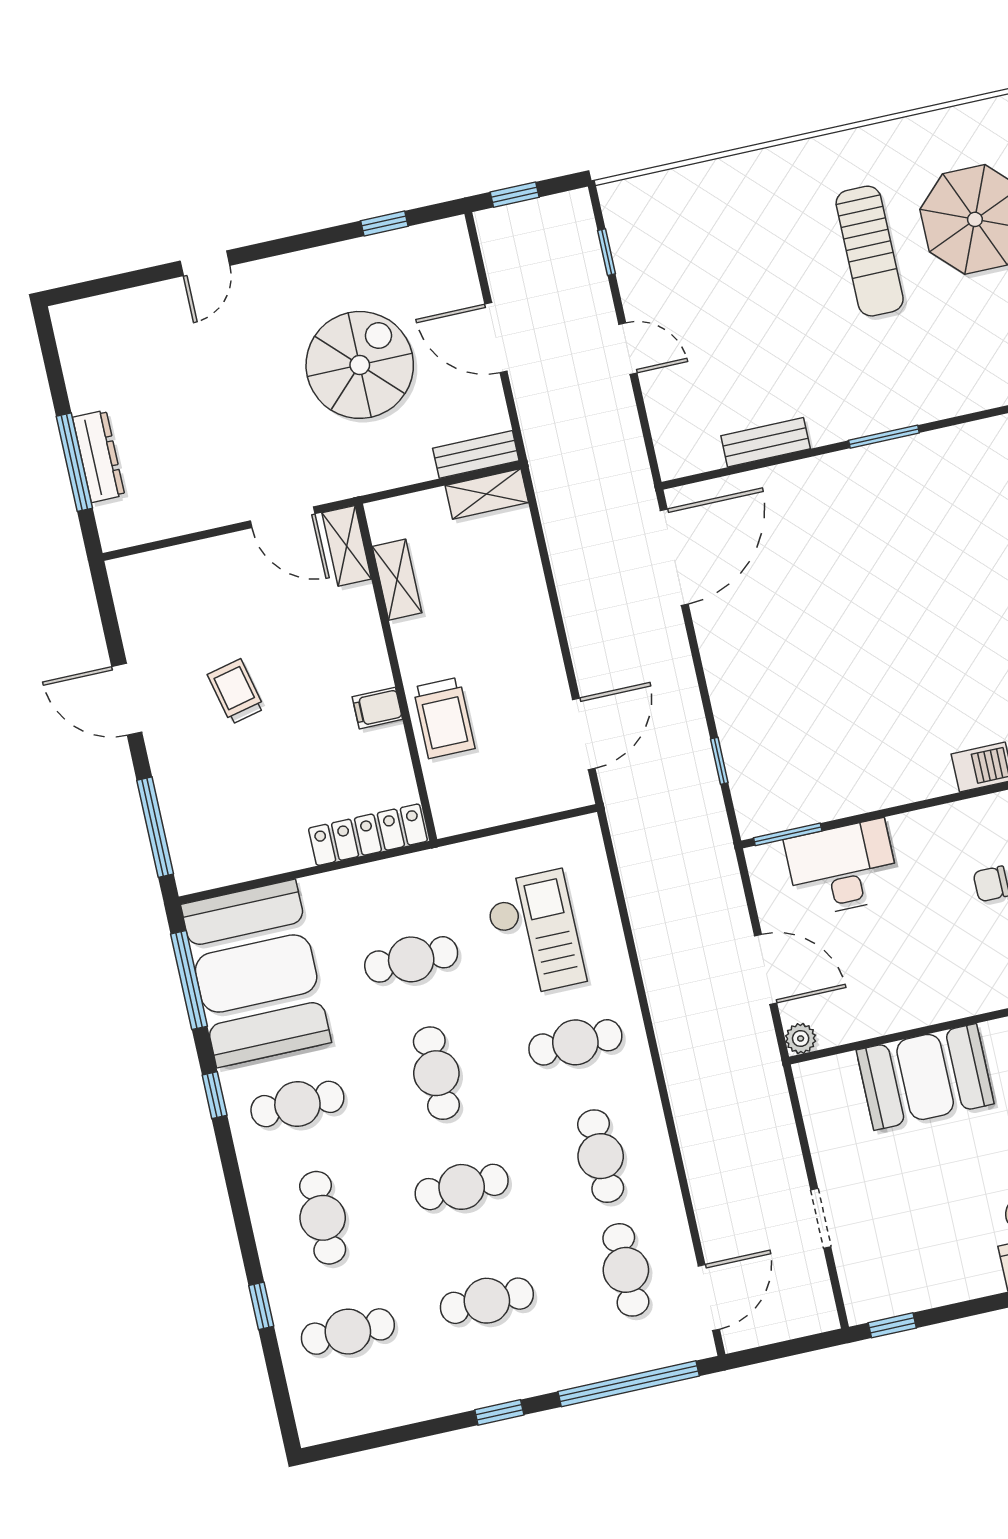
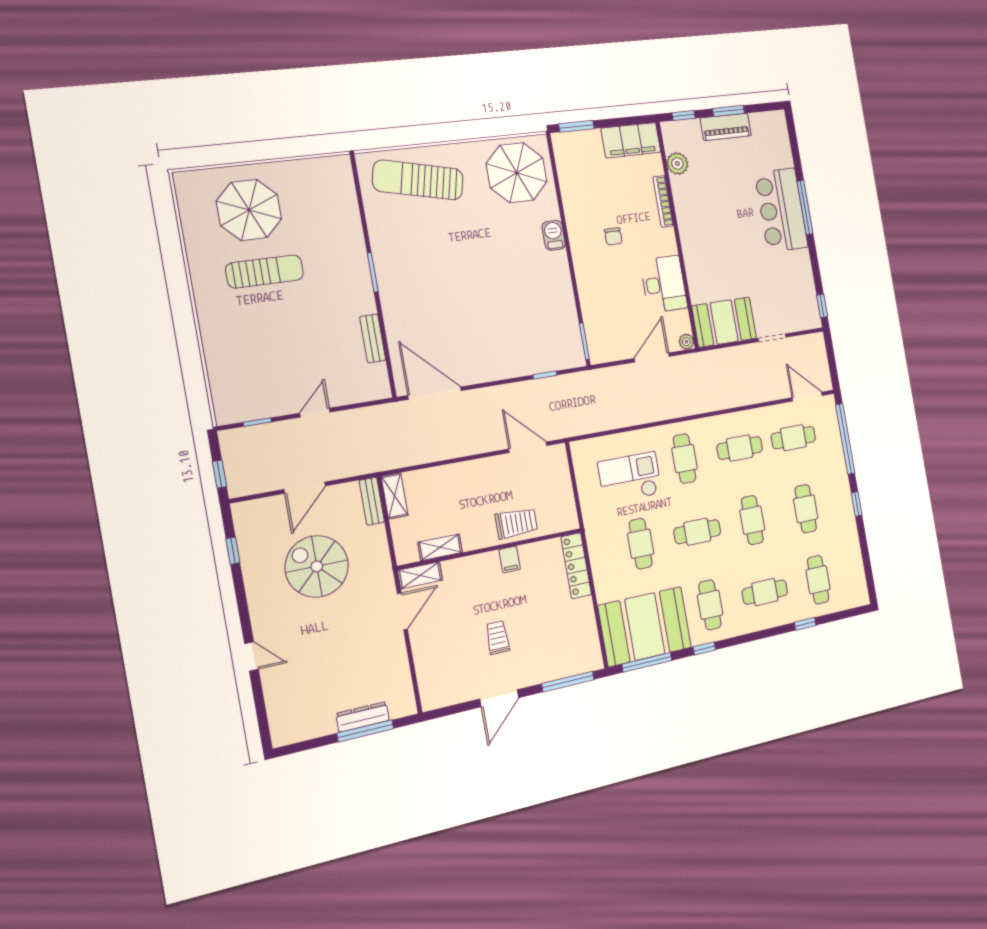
trolley: (236, 692) -> (498, 638), turned 103
desk: (842, 868) -> (664, 284), moved, turned 180
booth: (925, 1077) -> (724, 322), moved, turned 90

